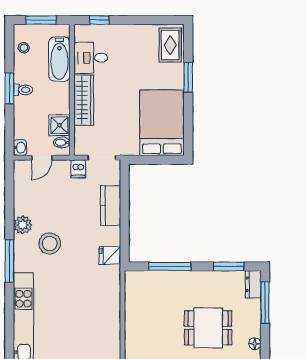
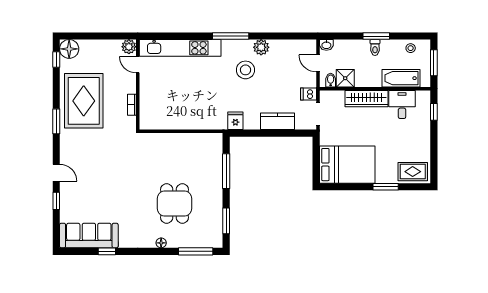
dresser: (253, 284) -> (211, 241), removed

